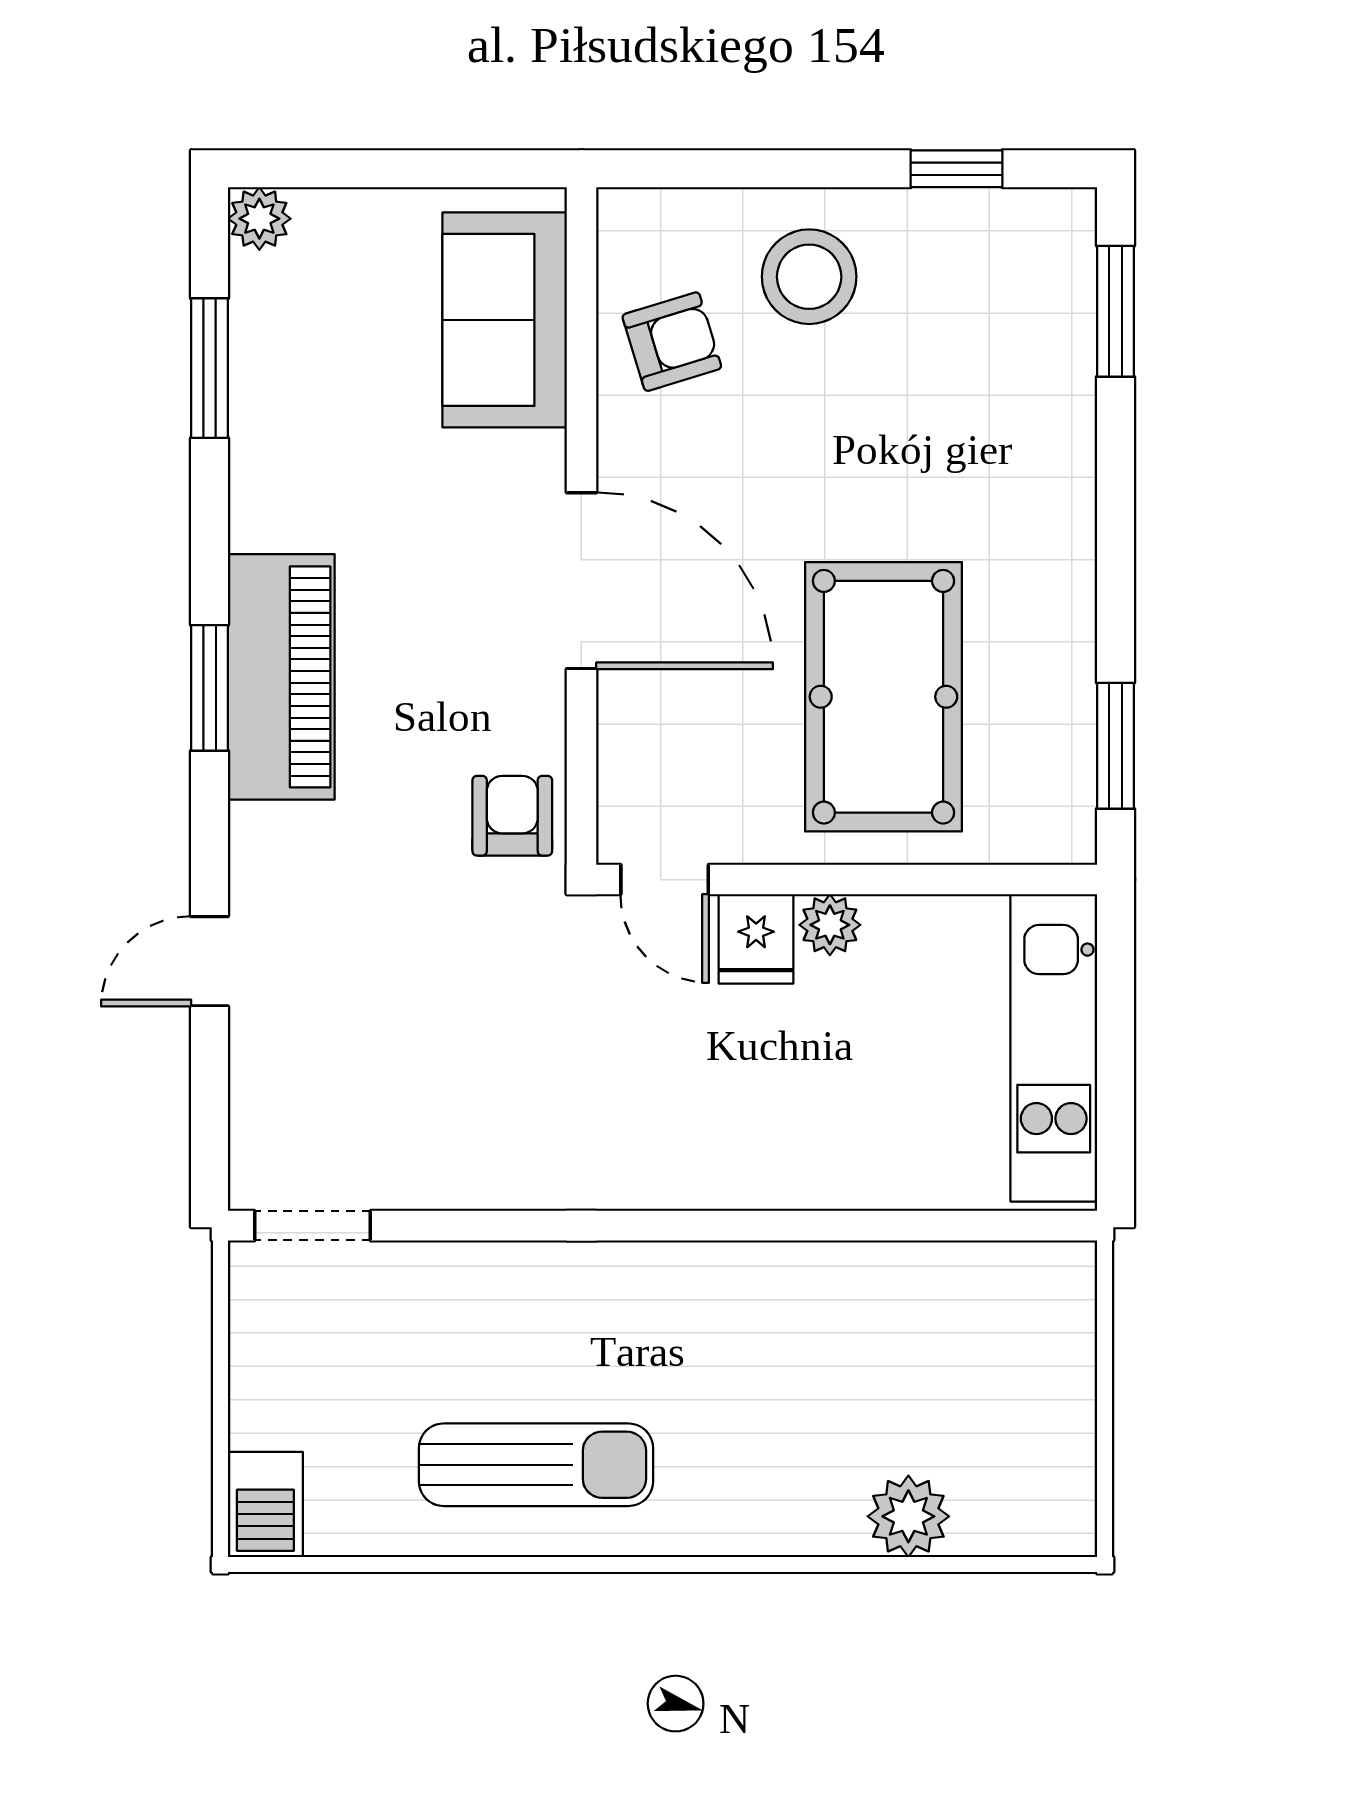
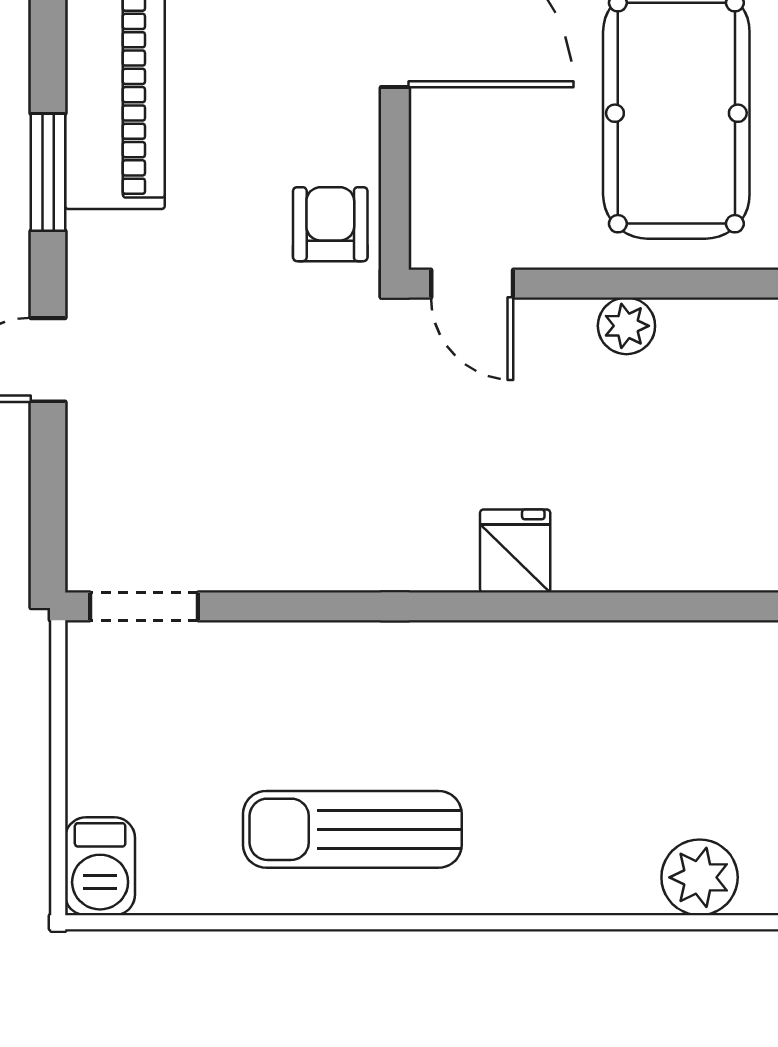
window: (210, 688) -> (48, 172), moved
fridge: (756, 939) -> (515, 551), moved, turned 180
sun lounger: (536, 1465) -> (352, 829), turned 180

